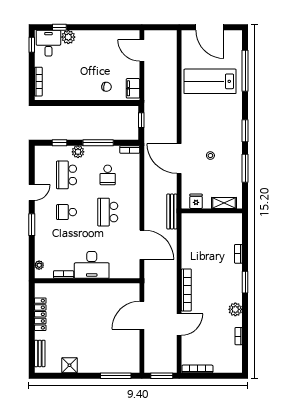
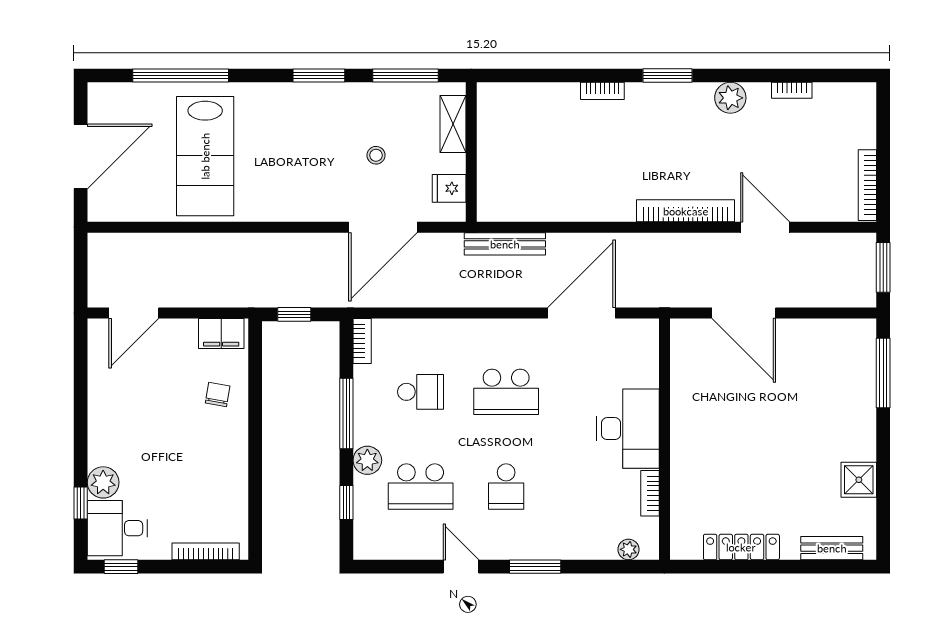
fridge: (196, 201) -> (449, 188), moved
shelving: (224, 203) -> (453, 124), moved
wall: (212, 211) -> (471, 152), moved

